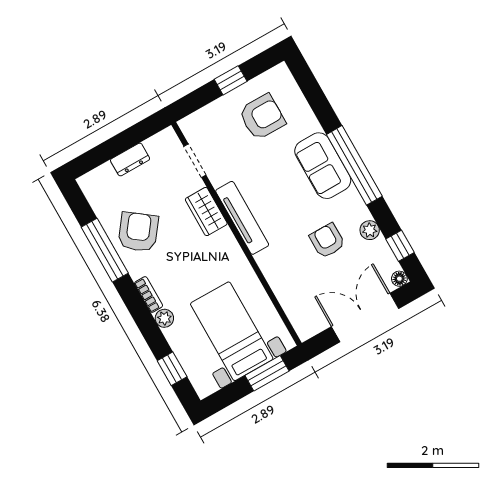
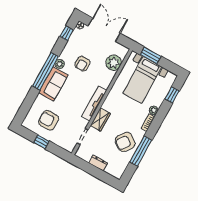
plant: (370, 230) -> (60, 64), moved
plant: (295, 298) -> (114, 63), added
double door: (365, 318) -> (104, 30), swing flipped

